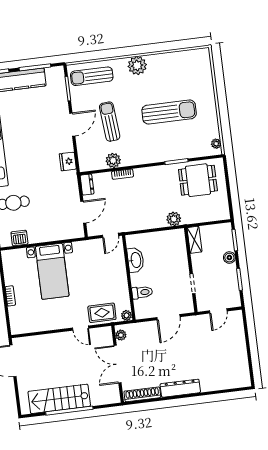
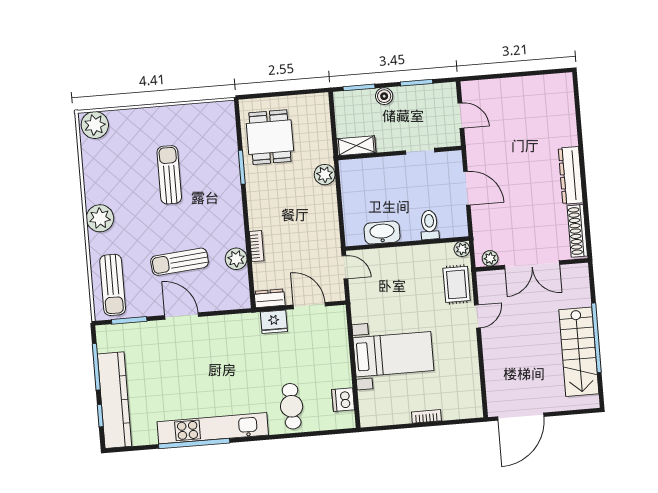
sun lounger: (169, 112) -> (169, 175), width x0.73, depth x0.75
plant: (216, 144) -> (95, 125), moved, width x1.88, depth x1.88
fridge: (68, 161) -> (274, 322), moved

